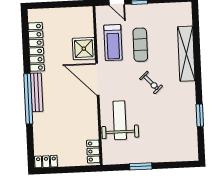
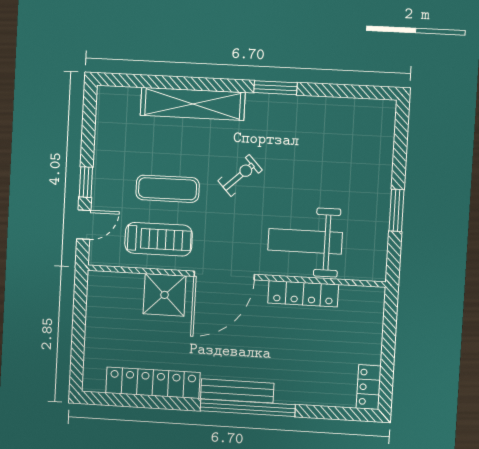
window: (200, 115) -> (275, 88), moved
locker: (93, 151) -> (303, 294), moved, width x1.53

